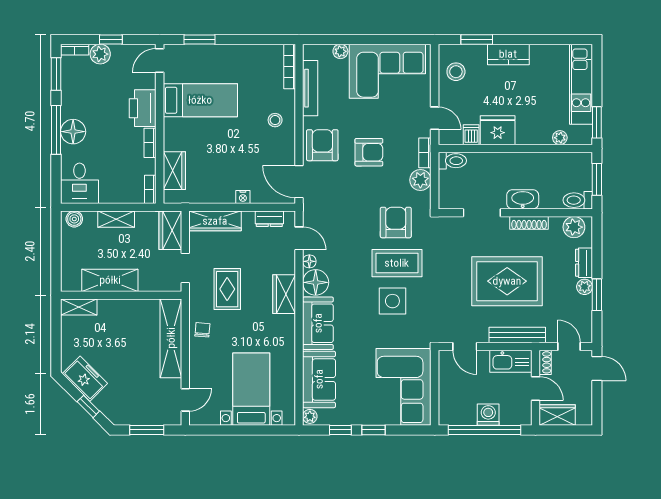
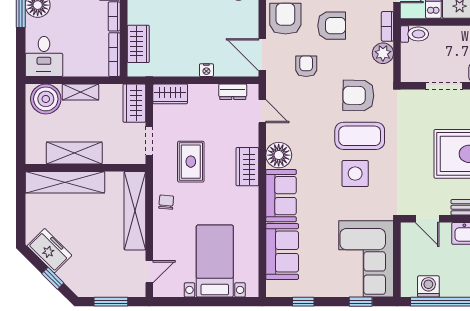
bookcase: (150, 189) -> (114, 55), width x1.56
armchair: (343, 193) -> (306, 66), added
boiler: (74, 219) -> (46, 99), width x1.86, depth x1.86
wardrobe: (215, 221) -> (170, 94), width x0.67
armchair: (396, 223) -> (358, 95), turned -89
floor lamp: (309, 261) -> (272, 134), removed
shelving: (79, 307) -> (65, 182), width x2.20, depth x1.33
washing machine: (488, 415) -> (428, 286), moved
plant: (310, 416) -> (273, 288), removed
window: (374, 430) -> (361, 302), moved

